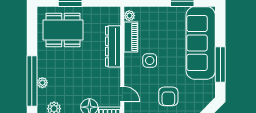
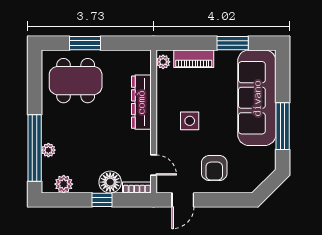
piano: (131, 37) -> (194, 59), moved, turned 90

